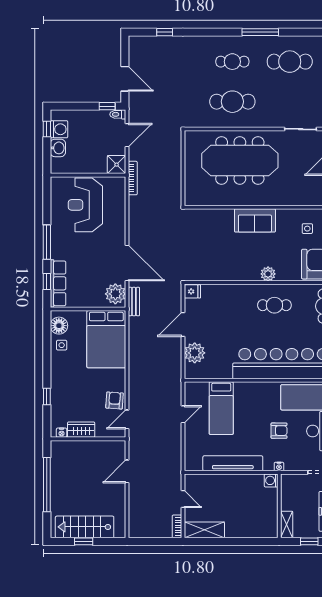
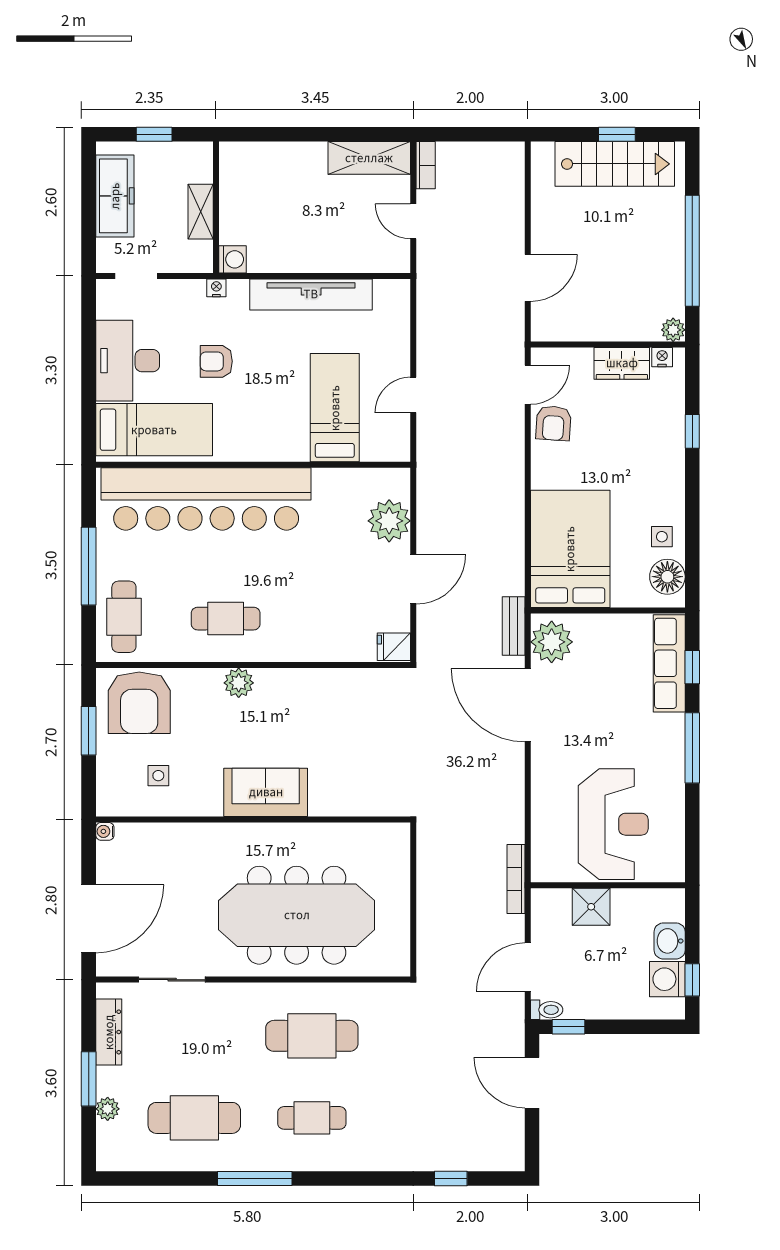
shower: (117, 165) -> (591, 907), moved
plant: (56, 446) -> (673, 330), added
shelving: (287, 524) -> (201, 212), moved

